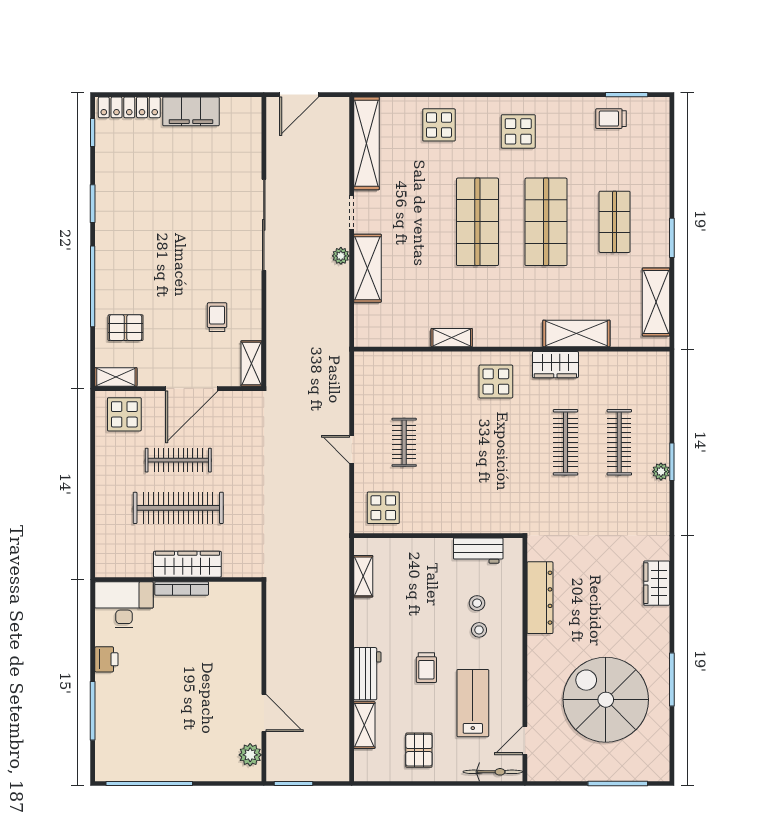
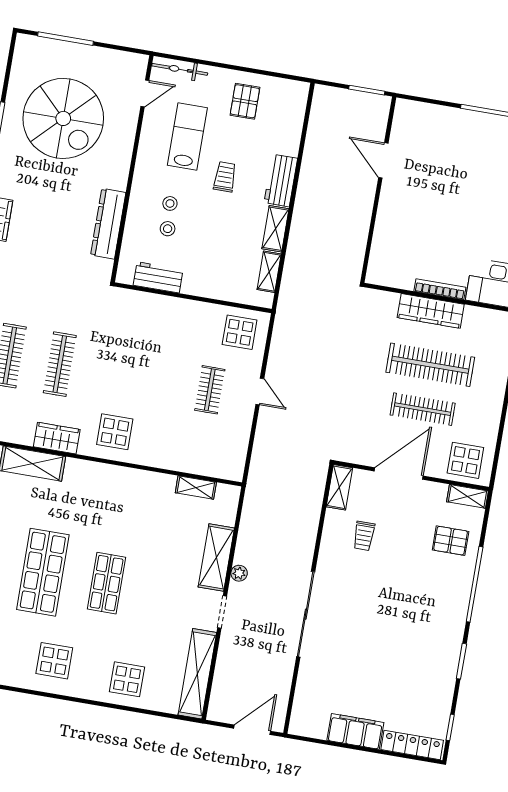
shop shelf: (477, 222) -> (107, 583), width x0.70, depth x0.74
shelving: (452, 338) -> (196, 488), moved
lab bench: (473, 703) -> (187, 136), turned 180
shelving: (364, 725) -> (275, 229), moved
plant: (250, 755) -> (403, 124), removed

